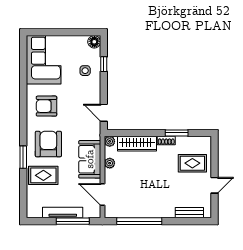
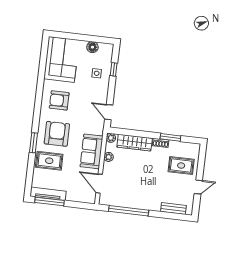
floor lamp: (94, 42) -> (92, 47), moved
tv unit: (63, 213) -> (48, 194), moved
window: (73, 221) -> (50, 201), moved

